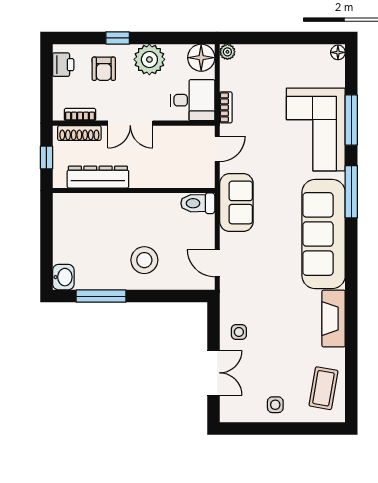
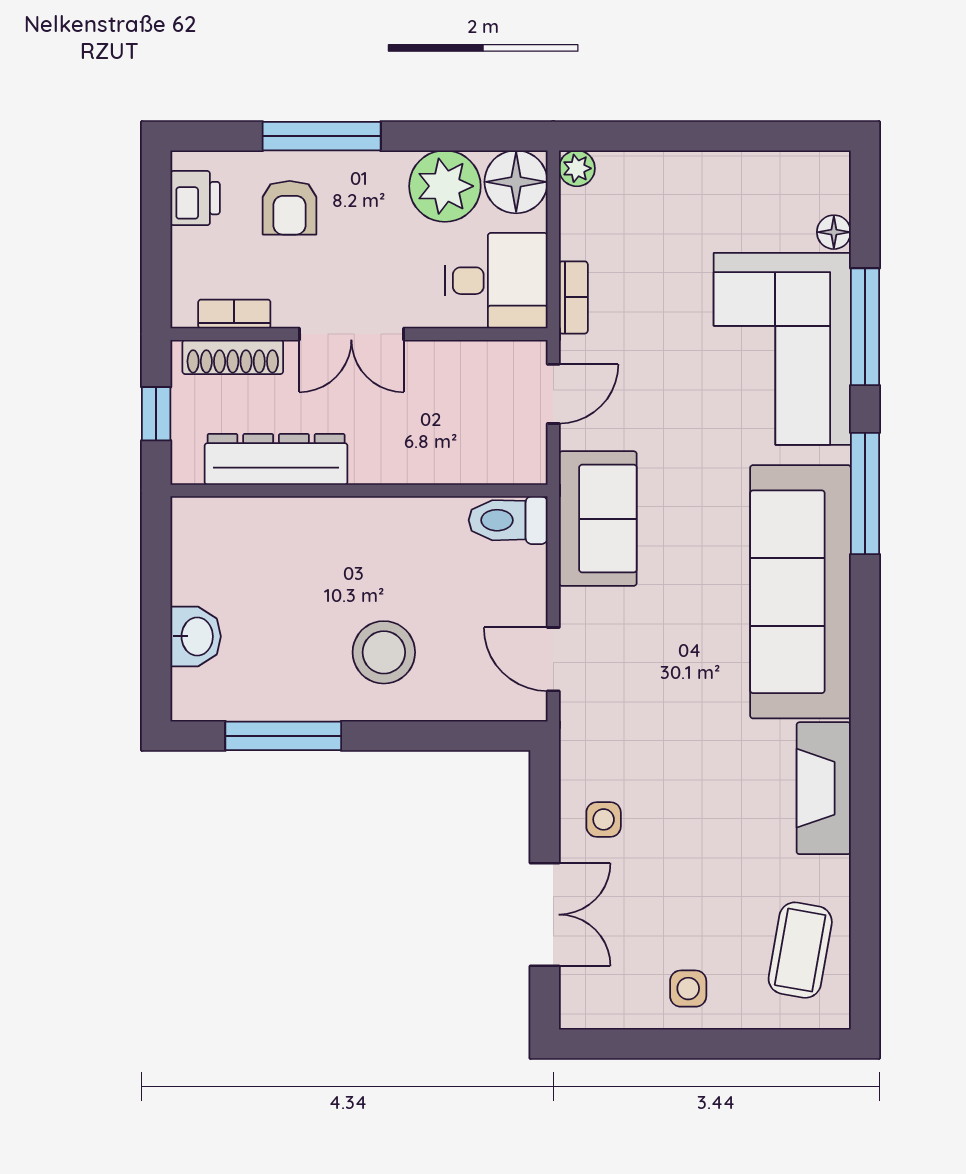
window: (118, 38) -> (322, 136), width x2.17
floor lamp: (338, 52) -> (834, 232), moved
plant: (149, 59) -> (445, 186), moved
washbasin: (63, 277) -> (196, 636), moved

